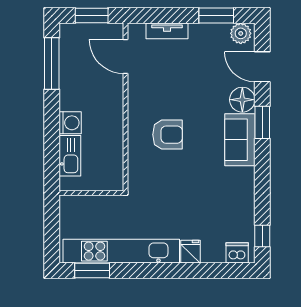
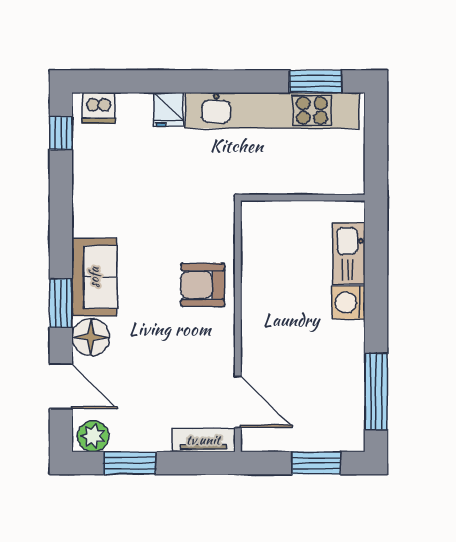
door: (126, 57) -> (238, 402), moved
wall: (126, 107) -> (238, 326), moved

